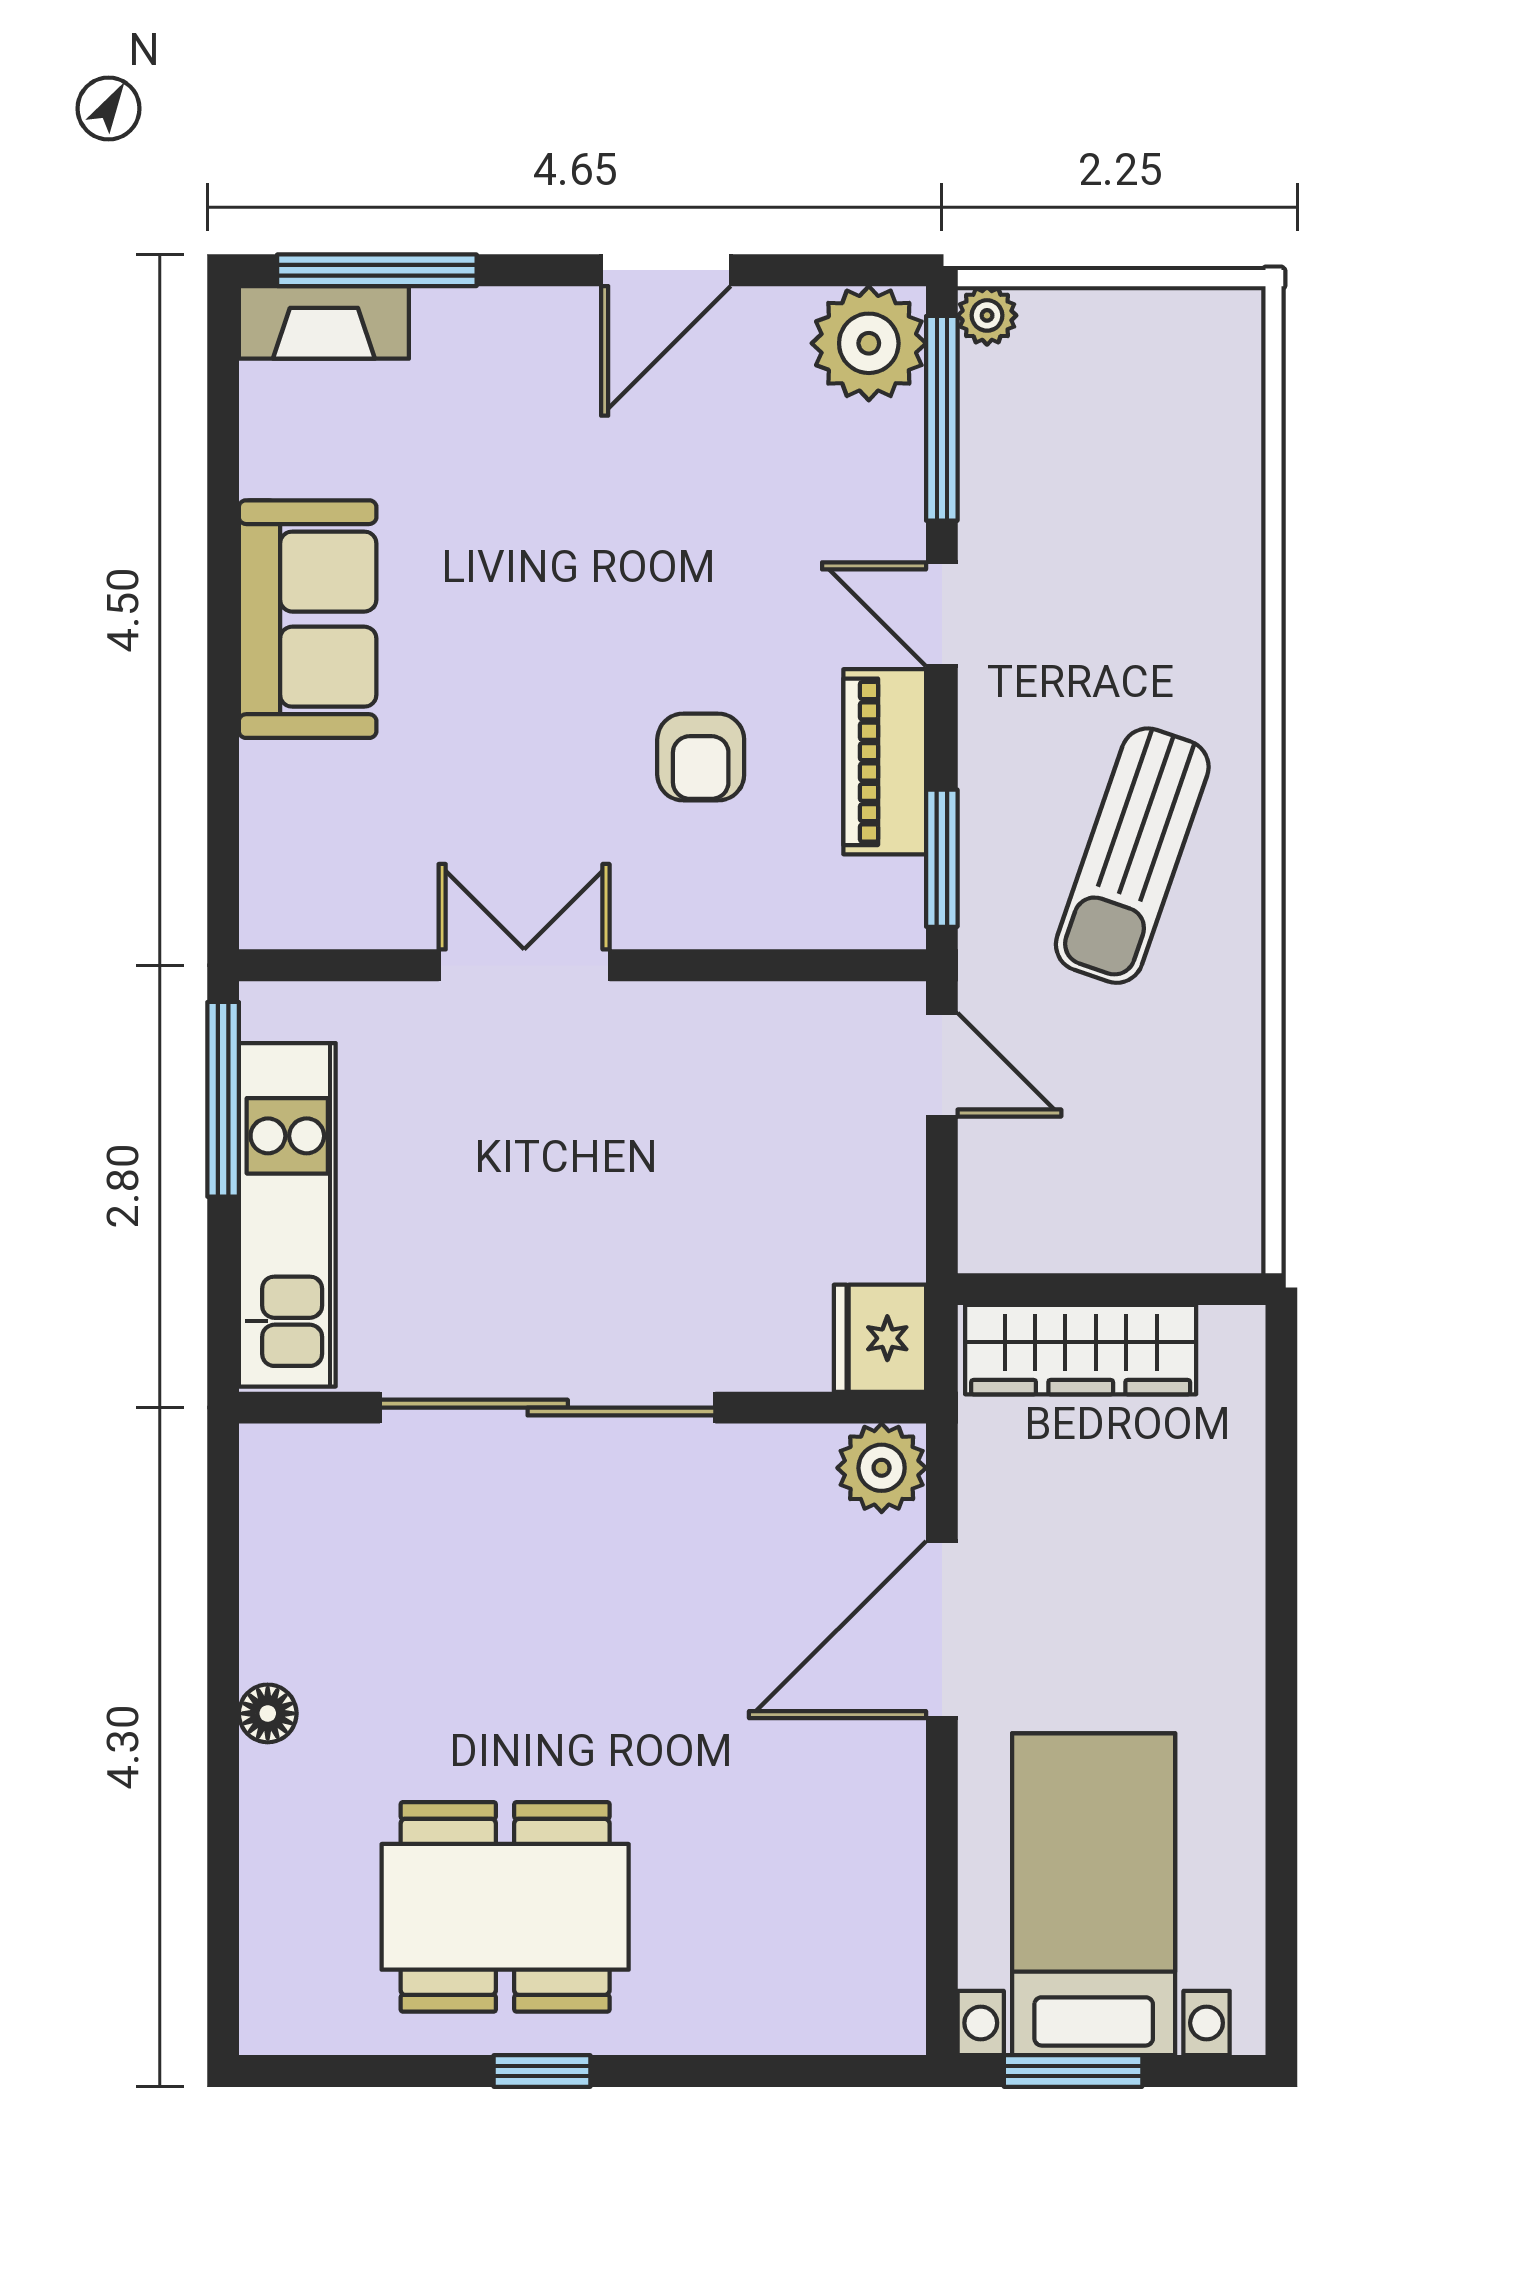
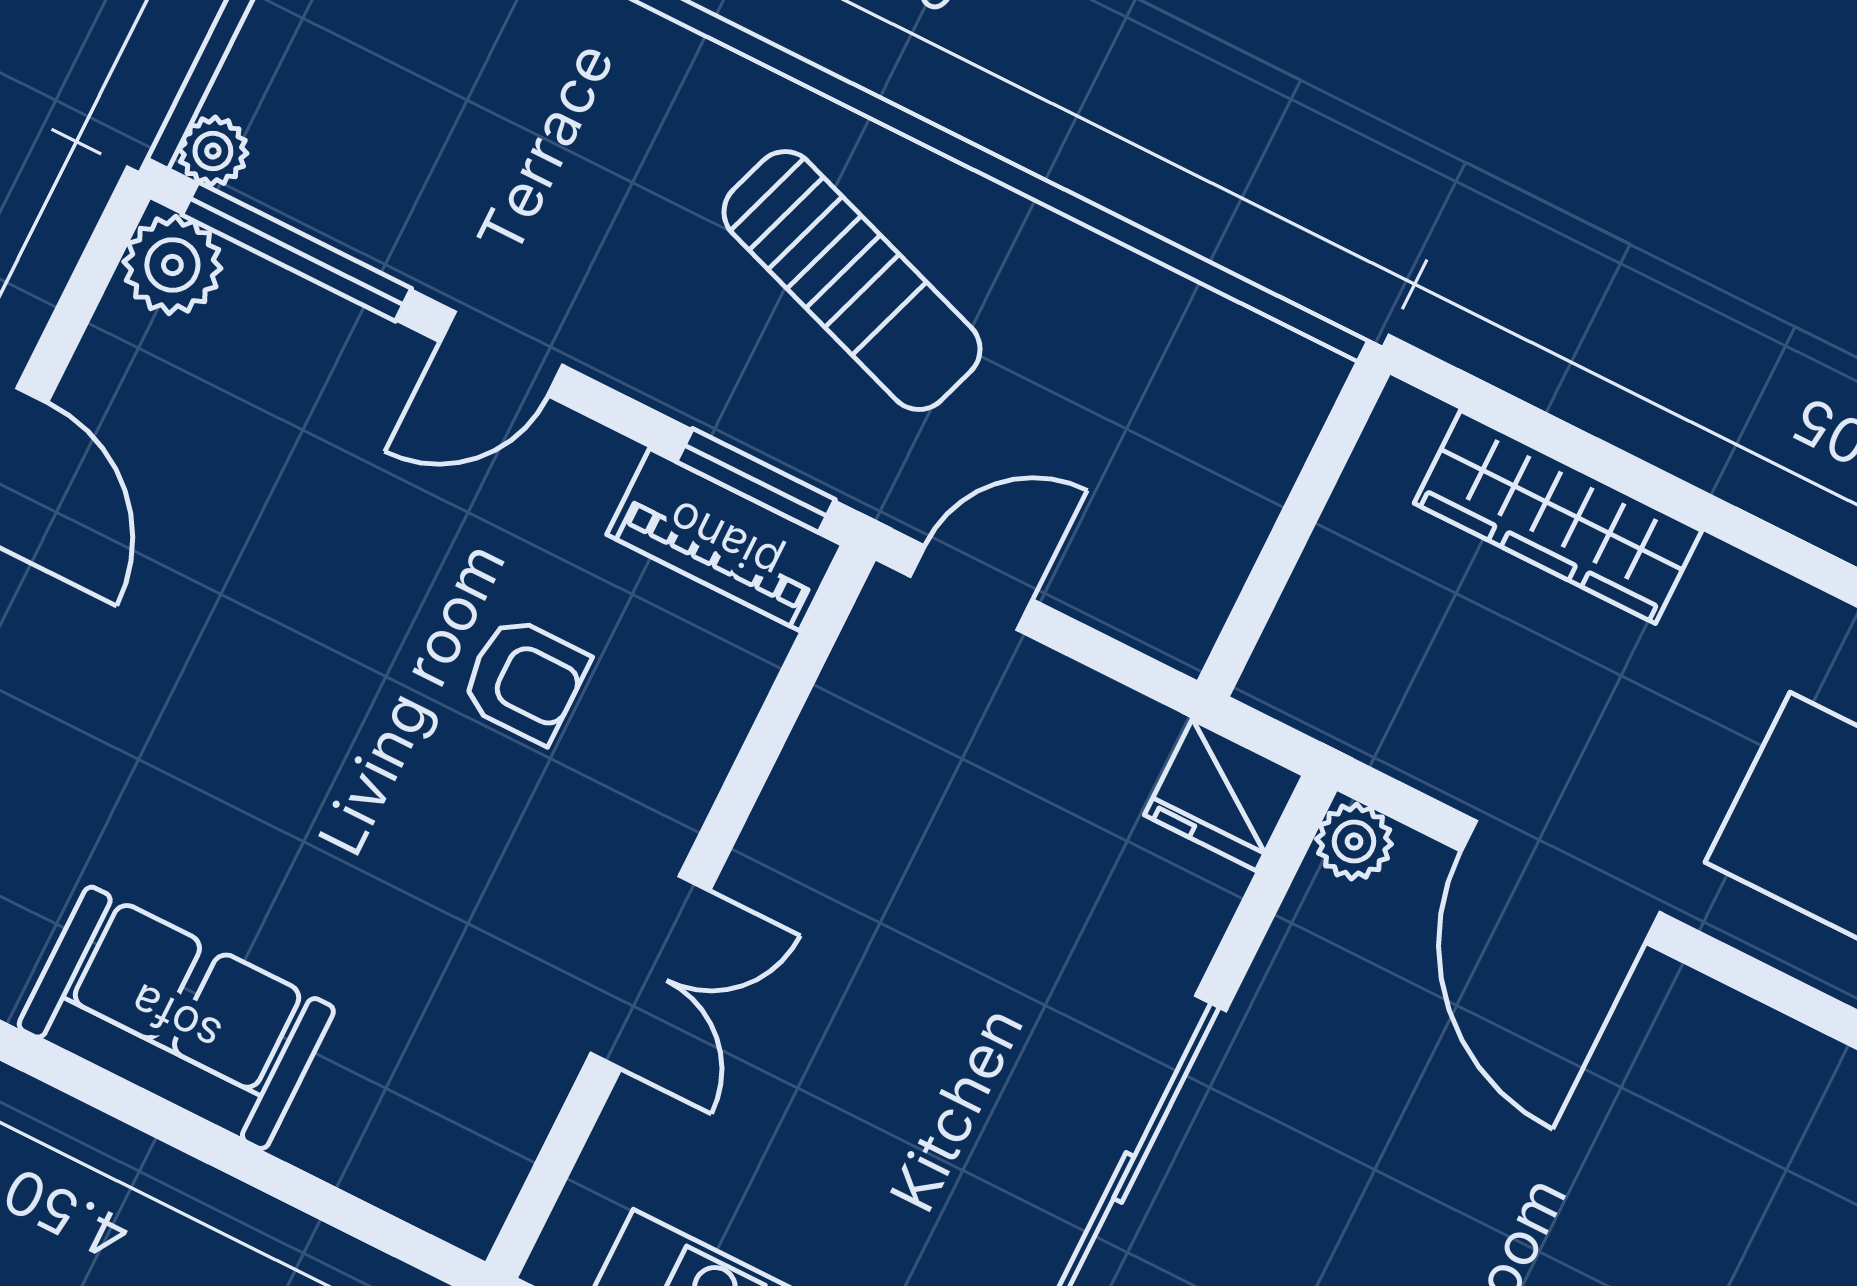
plant: (869, 343) -> (172, 265), width x0.73, depth x0.73
piano: (885, 762) -> (725, 540), moved
double door: (524, 965) -> (650, 972), swing flipped
wardrobe: (1081, 1350) -> (1558, 517), moved, turned 90
plant: (882, 1468) -> (1354, 842), width x0.73, depth x0.73

